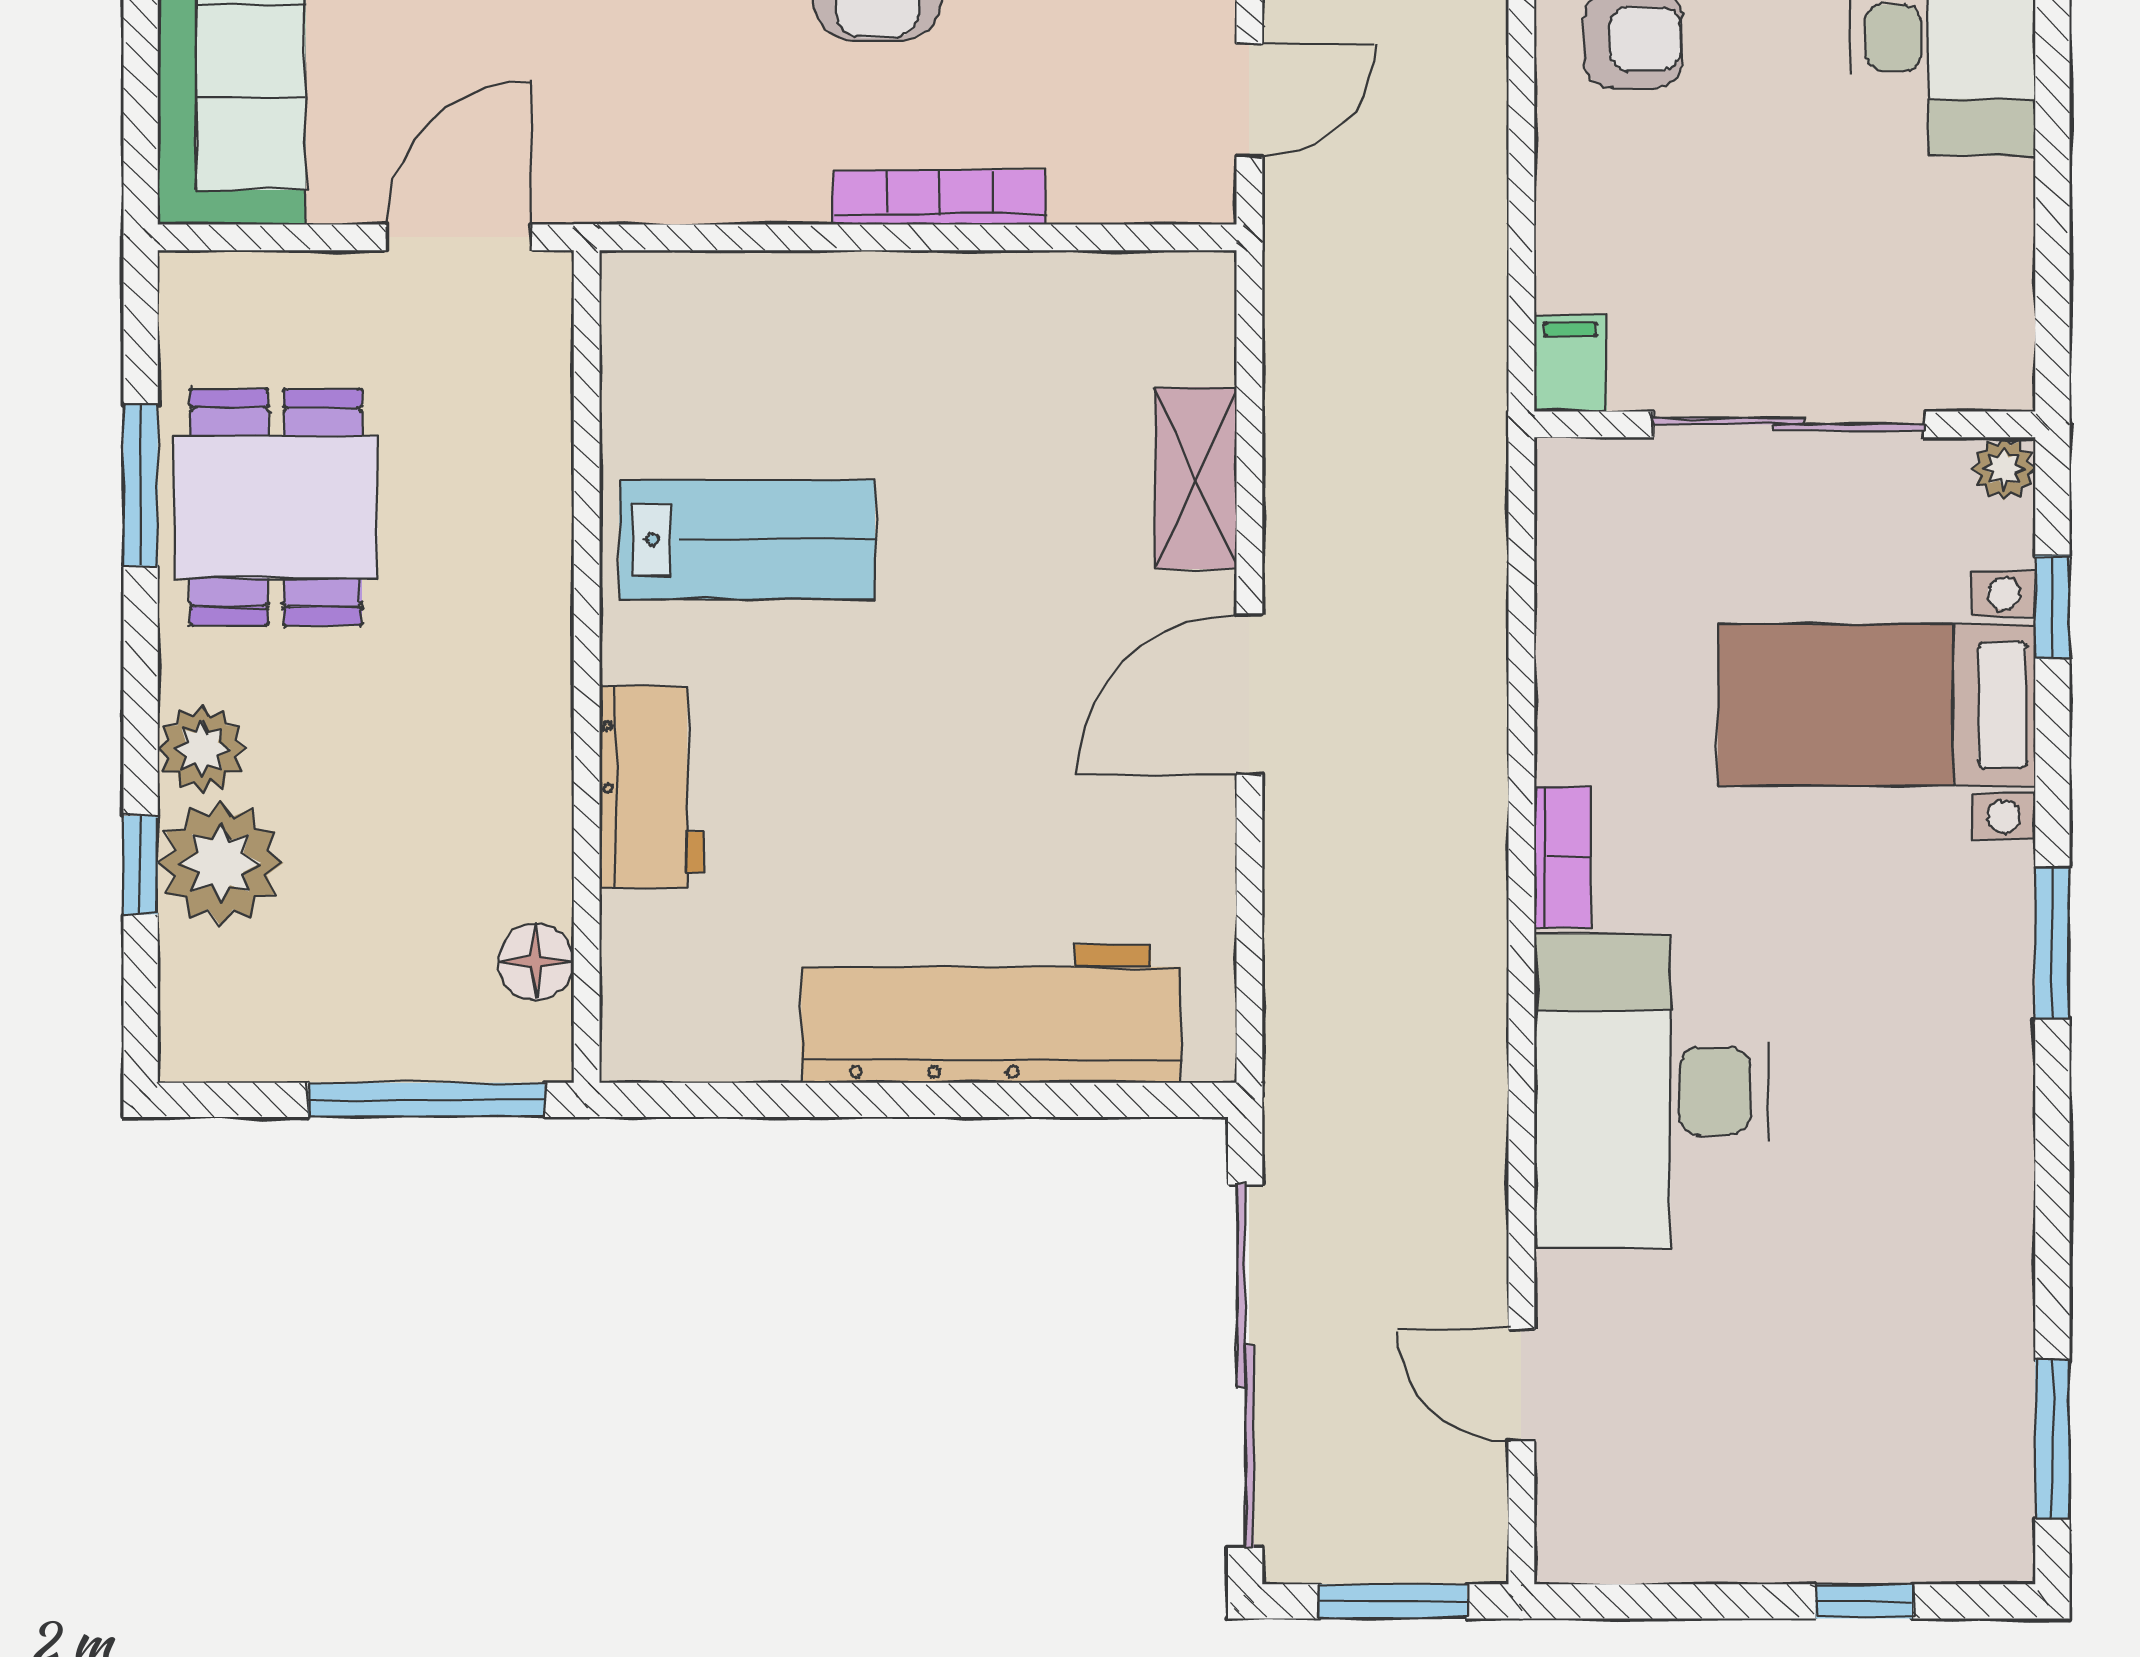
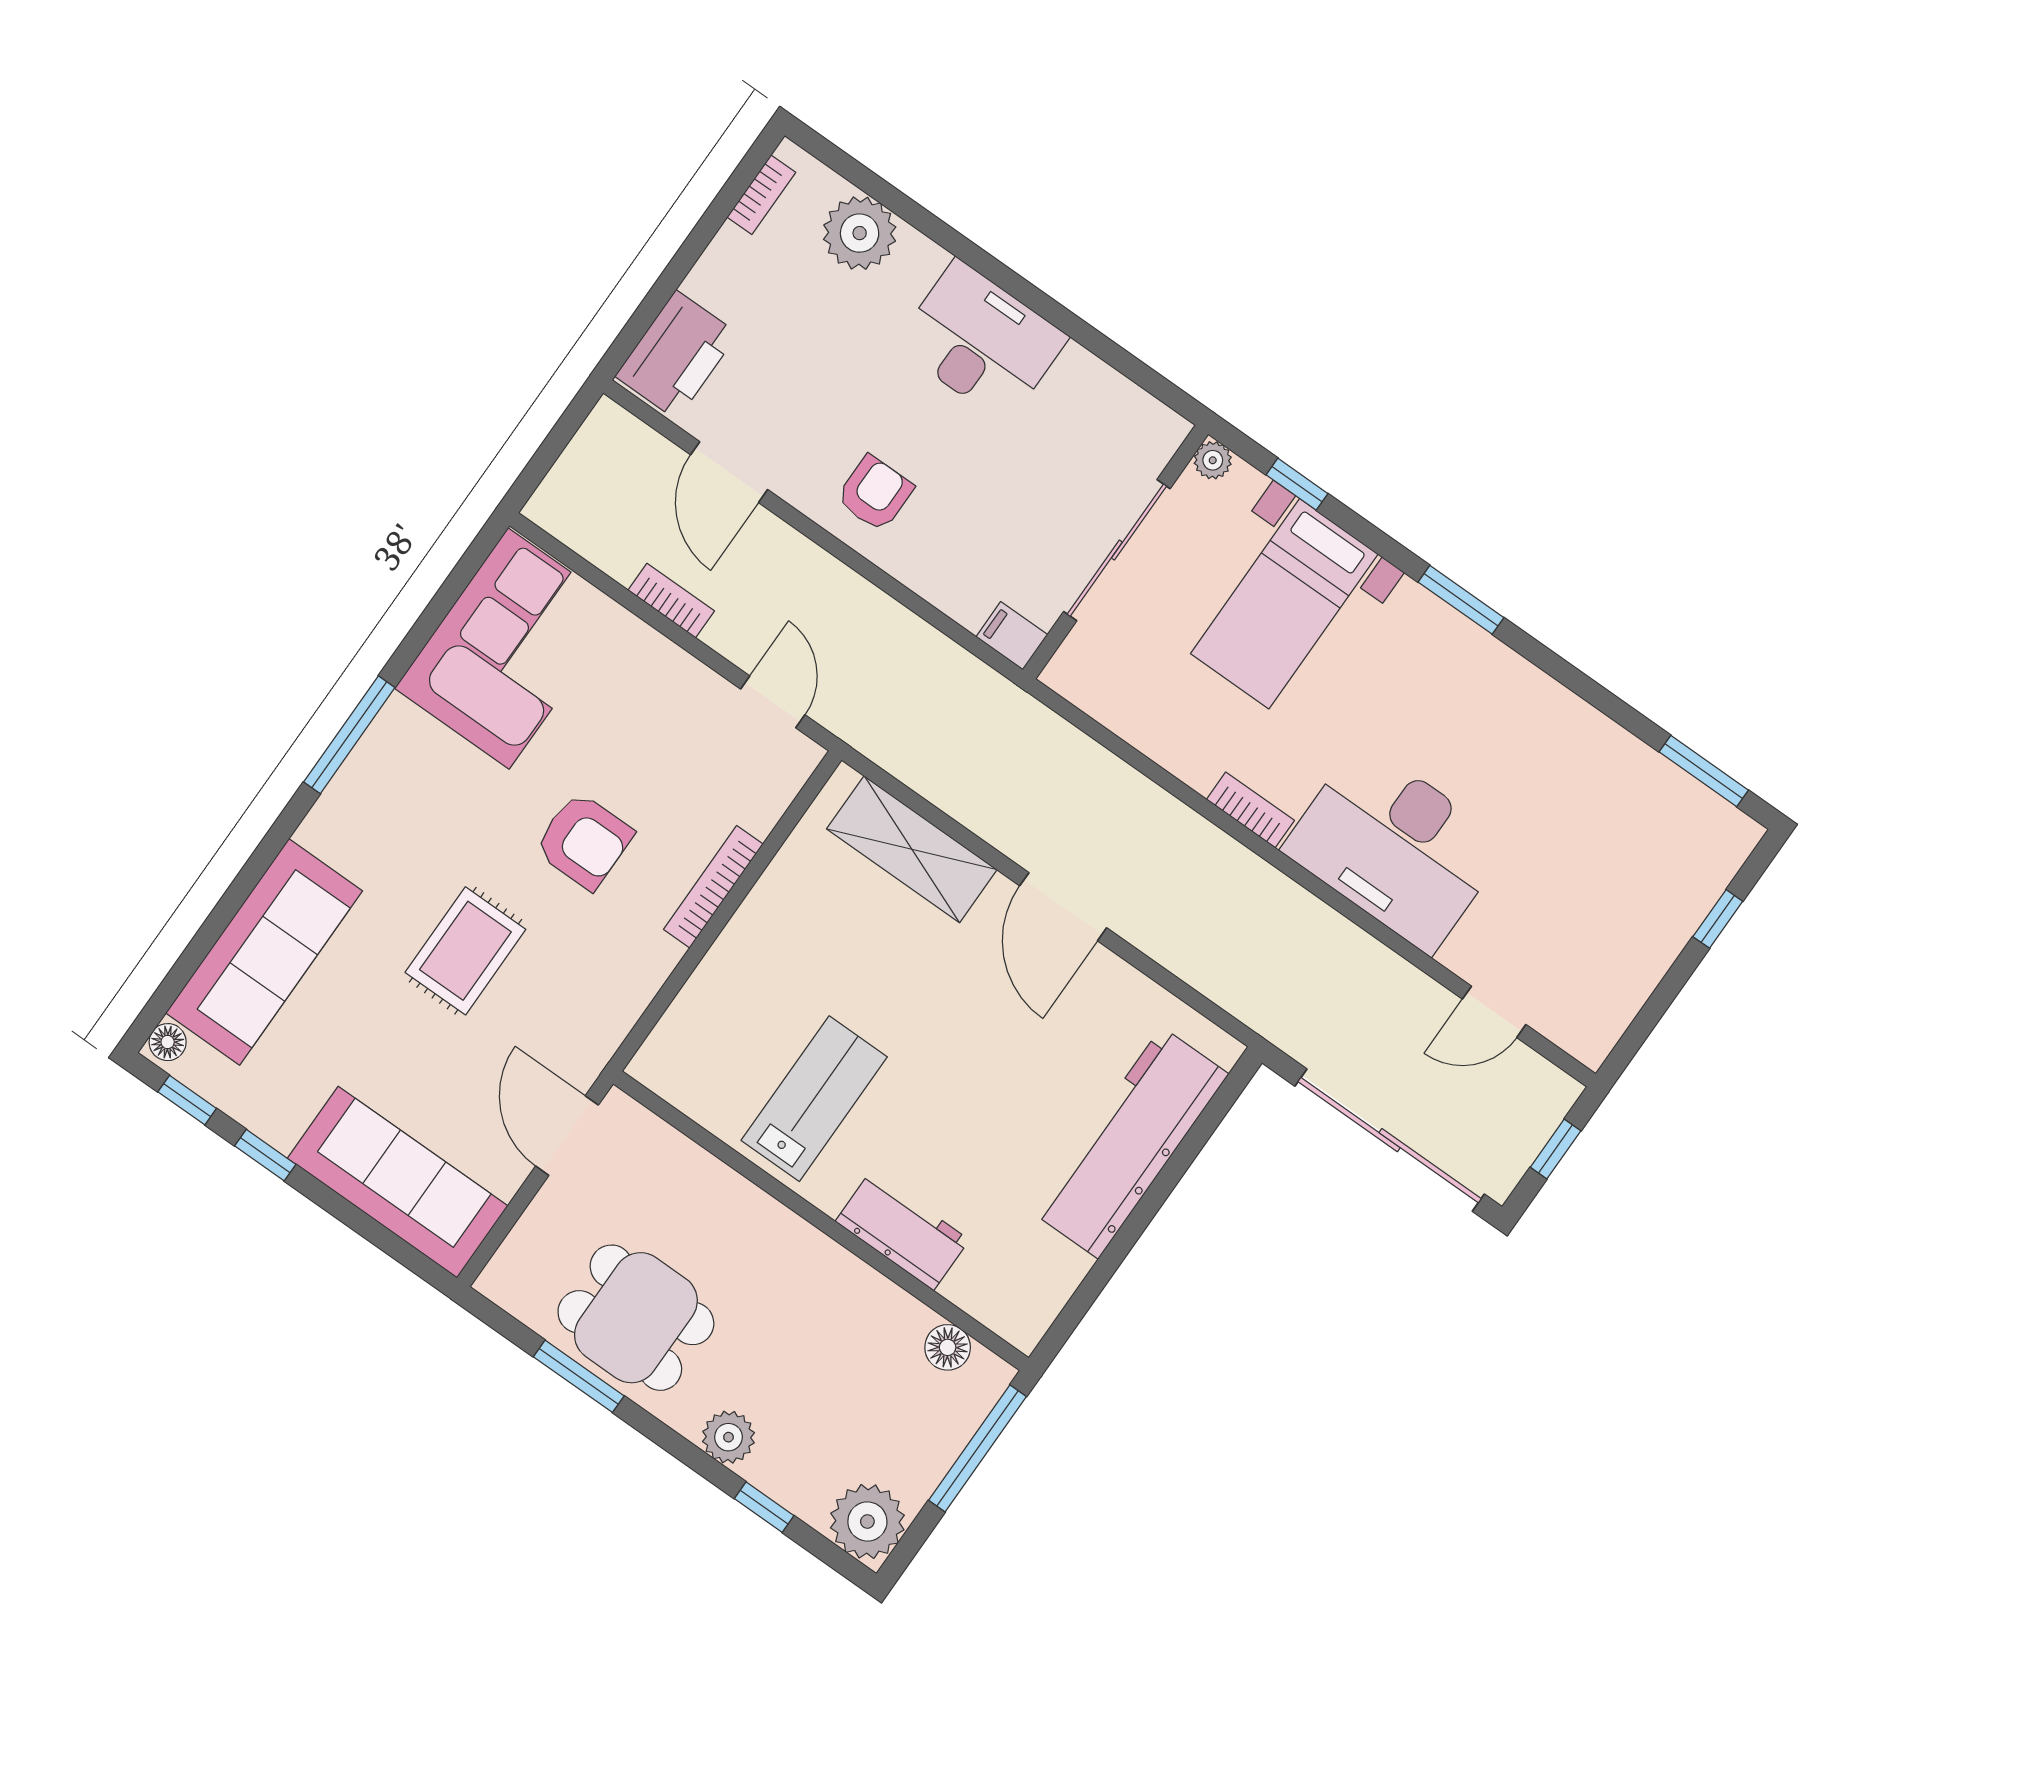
shelving: (1196, 478) -> (912, 849), width x1.50, depth x1.33
plant: (221, 863) -> (867, 1522), moved
window: (1393, 1601) -> (1556, 1149), width x0.67

